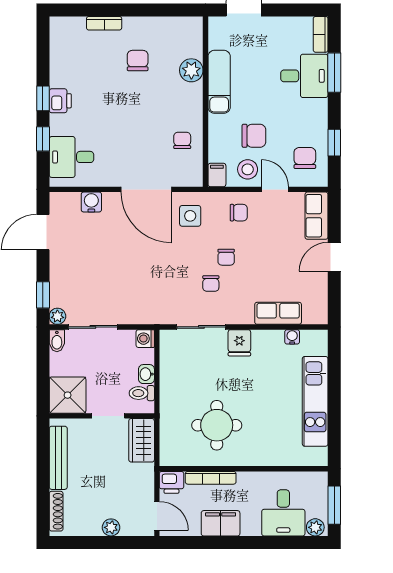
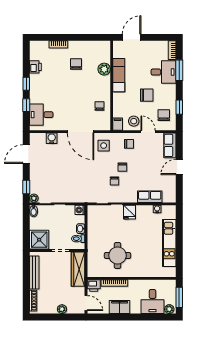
printer: (60, 101) -> (35, 67), moved
chair: (254, 136) -> (147, 95), moved
wardrobe: (142, 440) -> (78, 269), width x1.50

